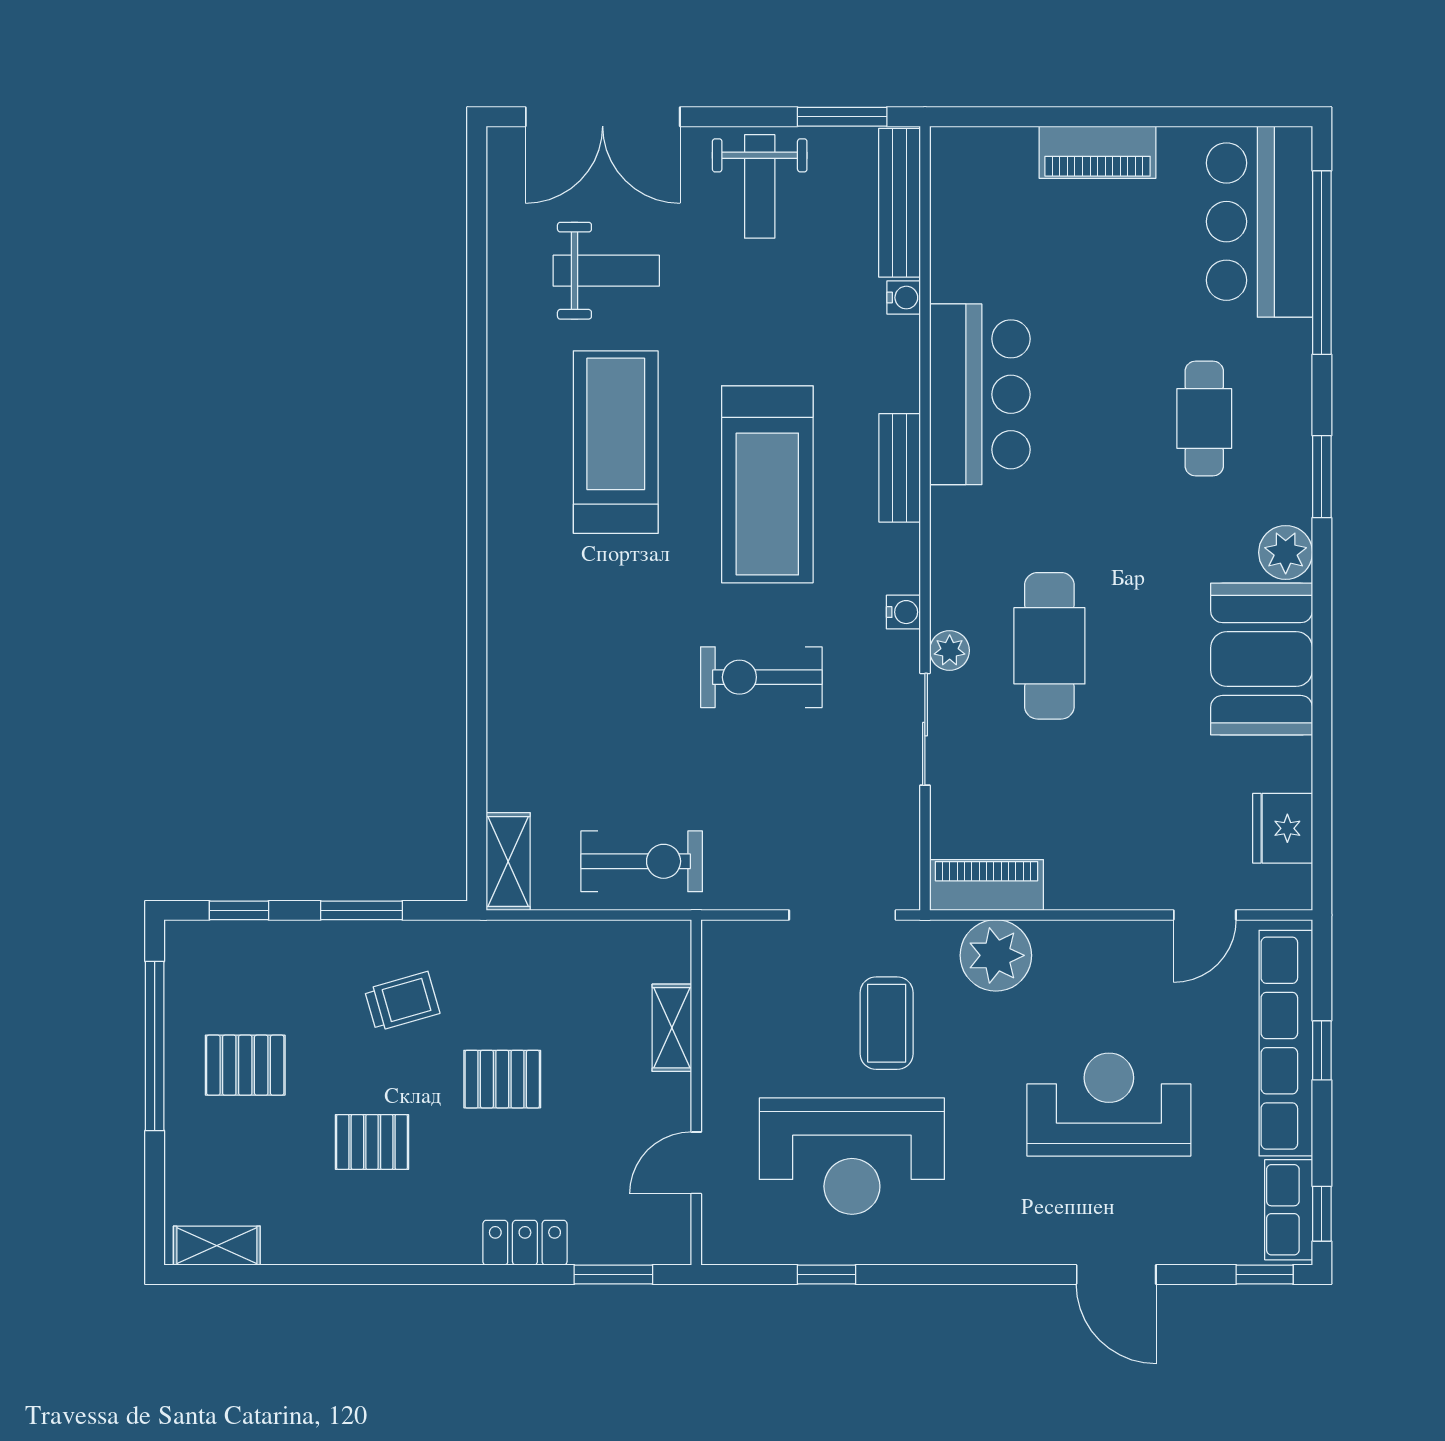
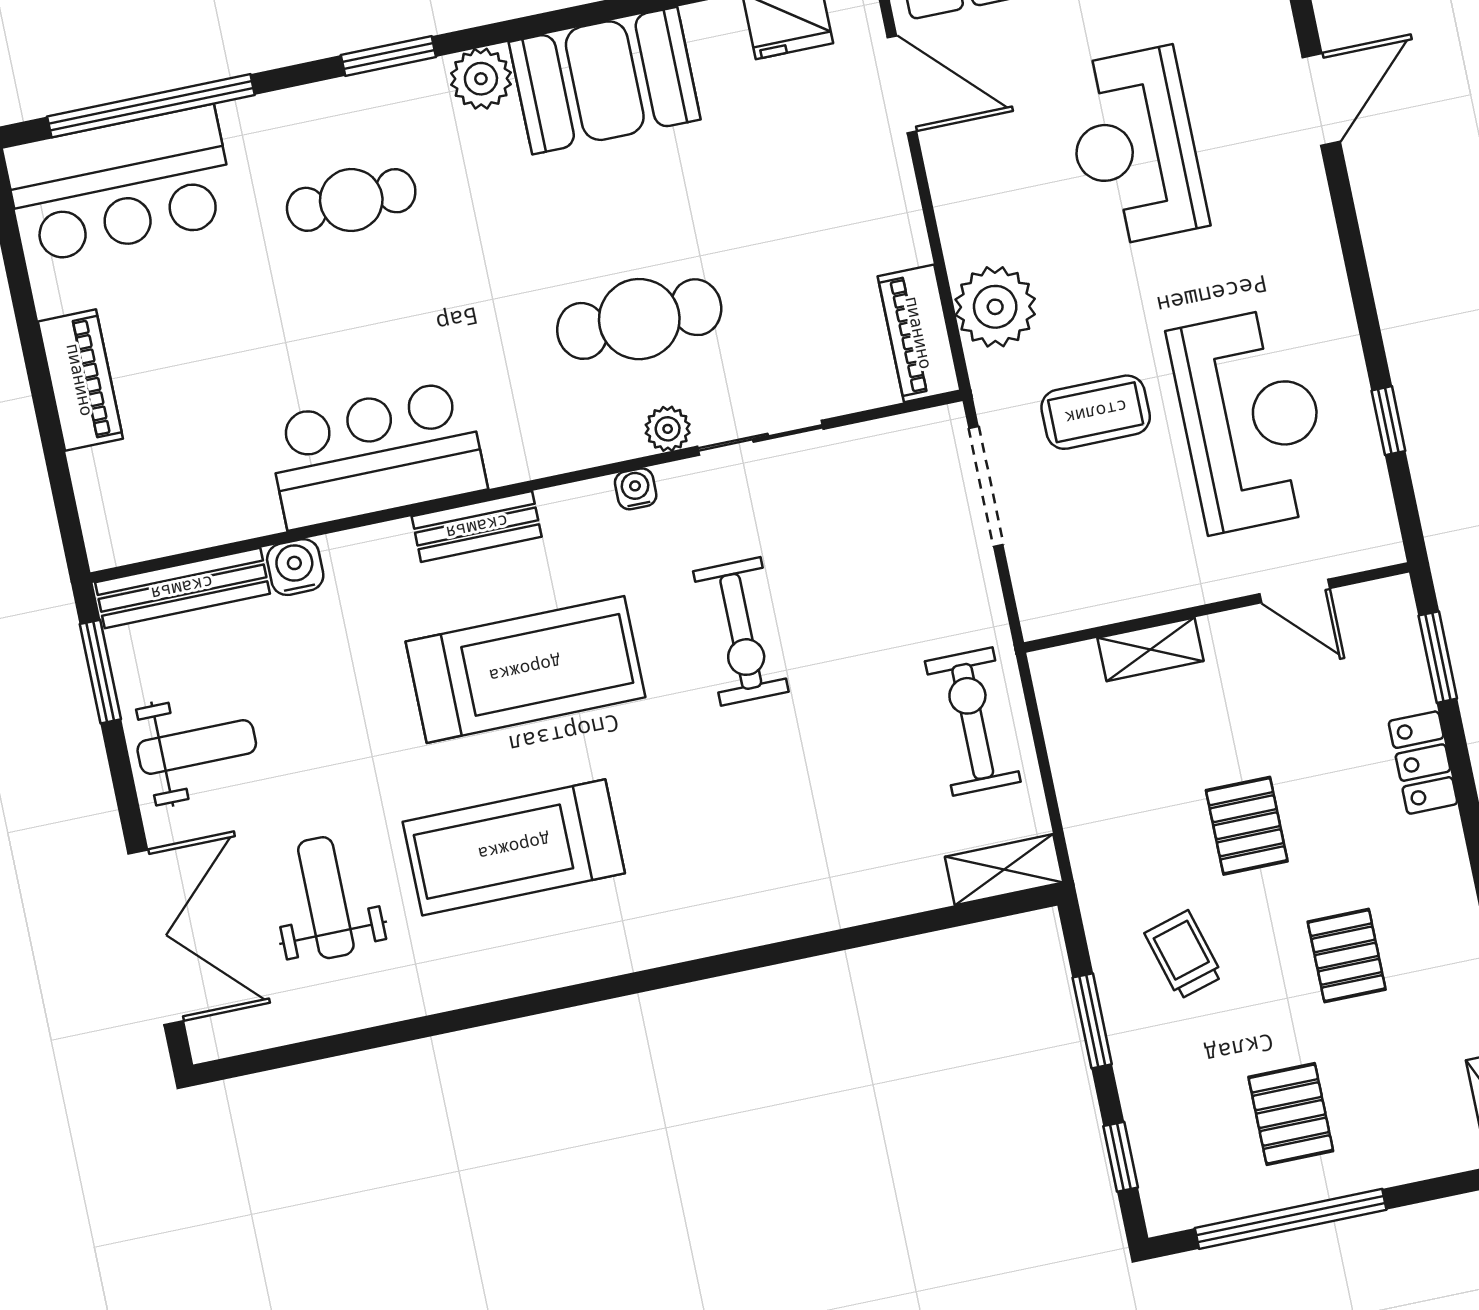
water cooler: (904, 298) -> (295, 567), width x1.38, depth x1.38
door: (1205, 915) -> (902, 84), width x1.38

